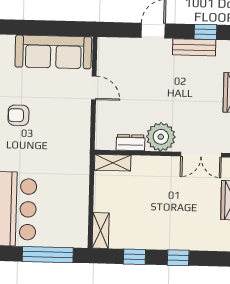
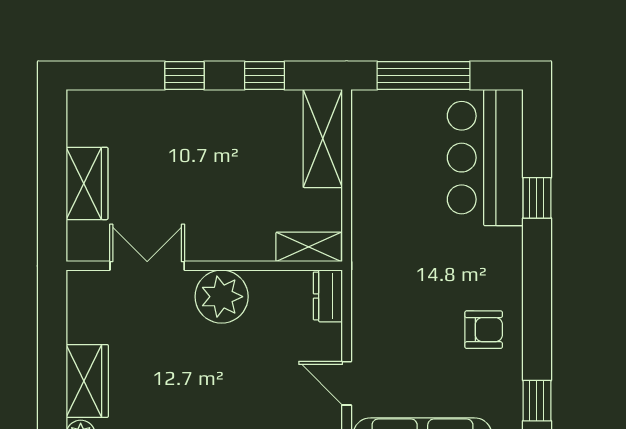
dresser: (131, 143) -> (328, 296), moved, turned 90
shelving: (101, 230) -> (323, 138), width x1.50, depth x1.33

